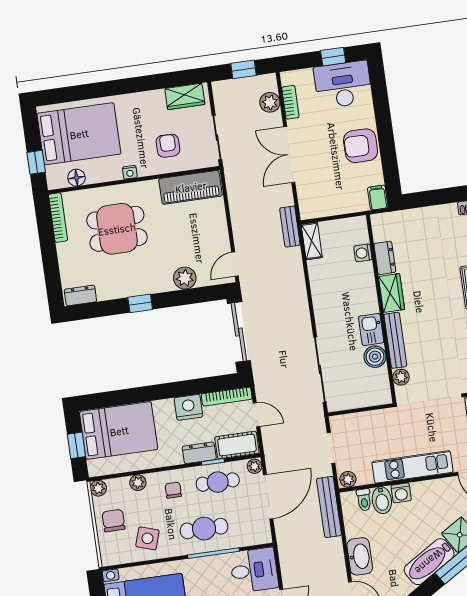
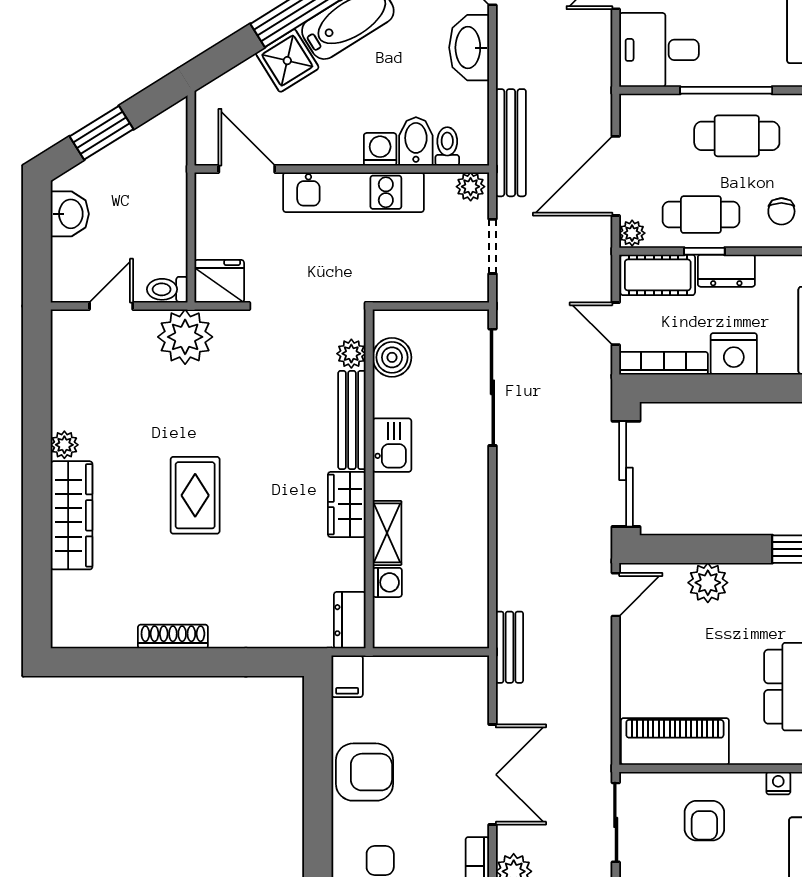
shelving: (312, 241) -> (387, 533), moved
dresser: (385, 258) -> (350, 620), moved
boiler: (375, 357) -> (392, 357), moved

